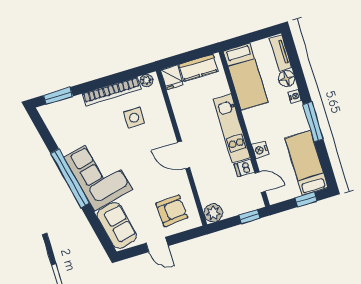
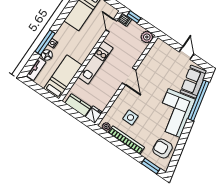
window: (313, 122) -> (45, 42), moved
nightstand: (260, 150) -> (95, 39), removed
dishwasher: (244, 168) -> (124, 20), moved
window: (70, 178) -> (198, 100), moved
armchair: (172, 211) -> (163, 148), moved

